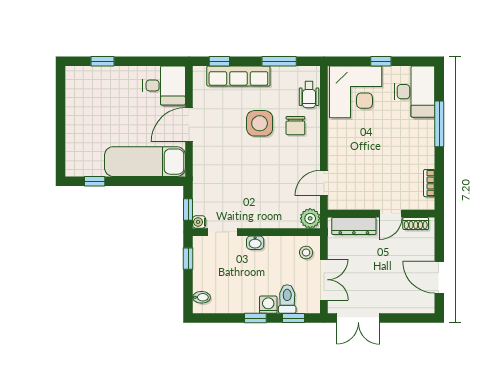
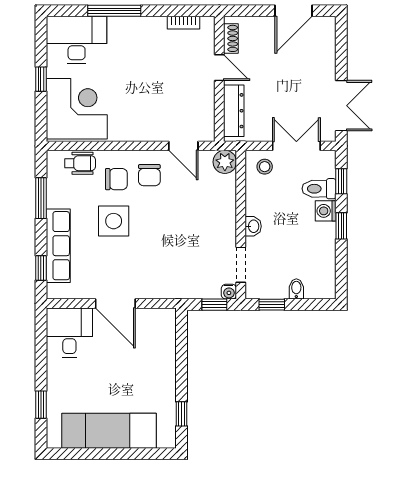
chair: (299, 154) -> (149, 175), added
exam couch: (145, 162) -> (109, 431), moved, turned 90
bidet: (201, 297) -> (296, 289), moved

